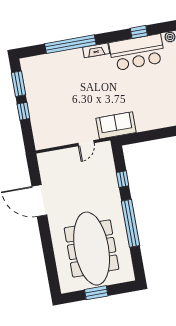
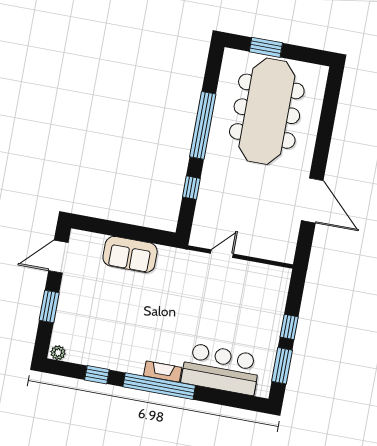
window: (70, 44) -> (159, 386), moved
bar counter: (137, 52) -> (221, 369), moved
sofa: (116, 125) -> (130, 254), moved
window: (96, 293) -> (266, 47), moved

